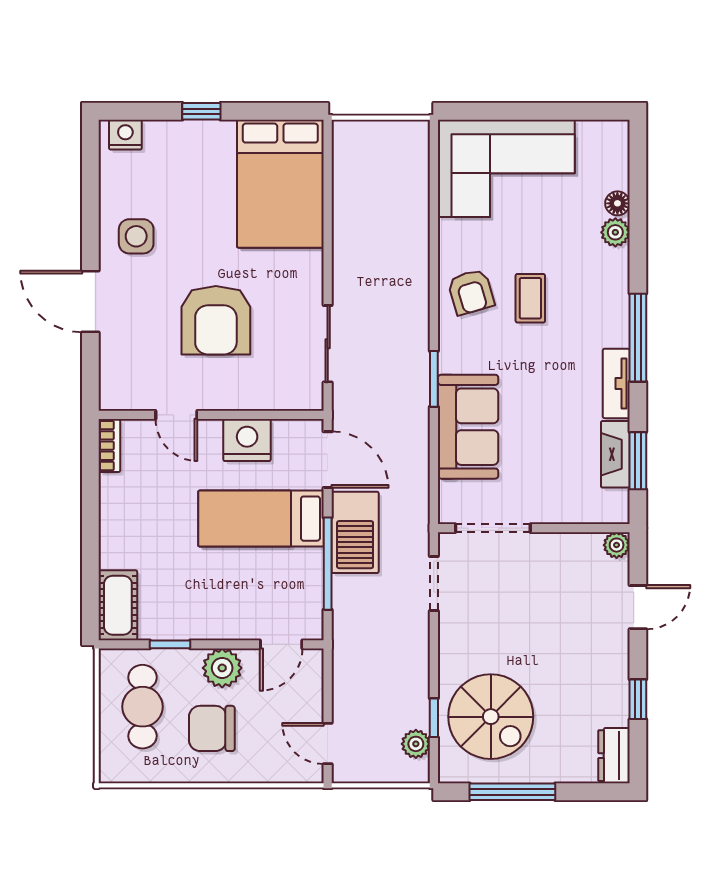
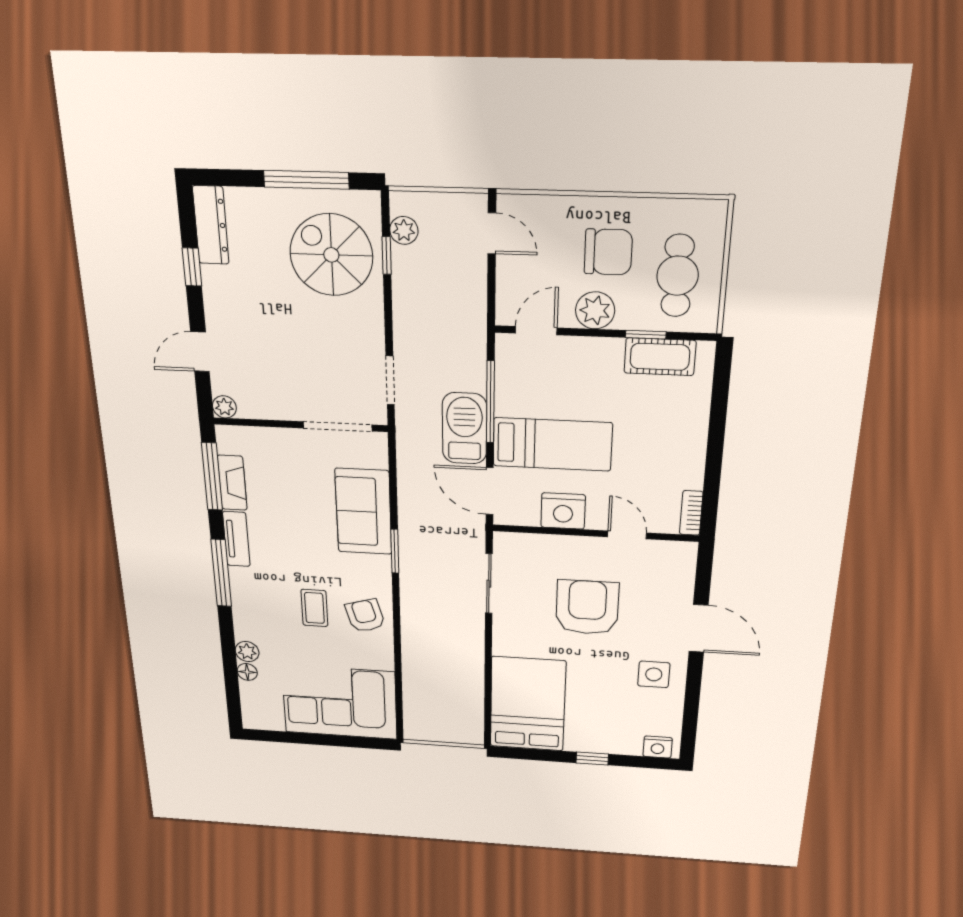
window: (638, 461) -> (212, 477), width x1.44
cot: (118, 605) -> (660, 357), moved, turned 90
dresser: (614, 756) -> (211, 225), width x1.44

